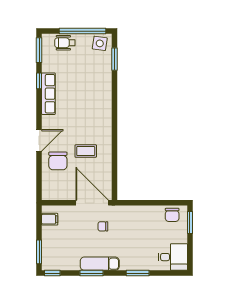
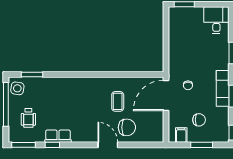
wheelchair: (65, 43) -> (28, 118), moved
row of seats: (48, 94) -> (58, 136), width x0.68
chair: (172, 215) -> (199, 120), moved
window: (39, 252) -> (202, 145), moved

